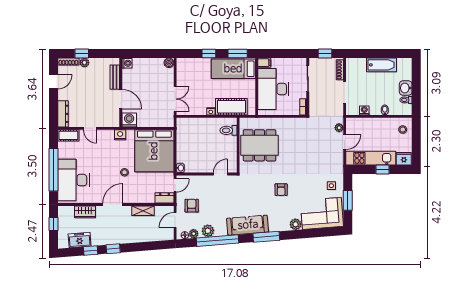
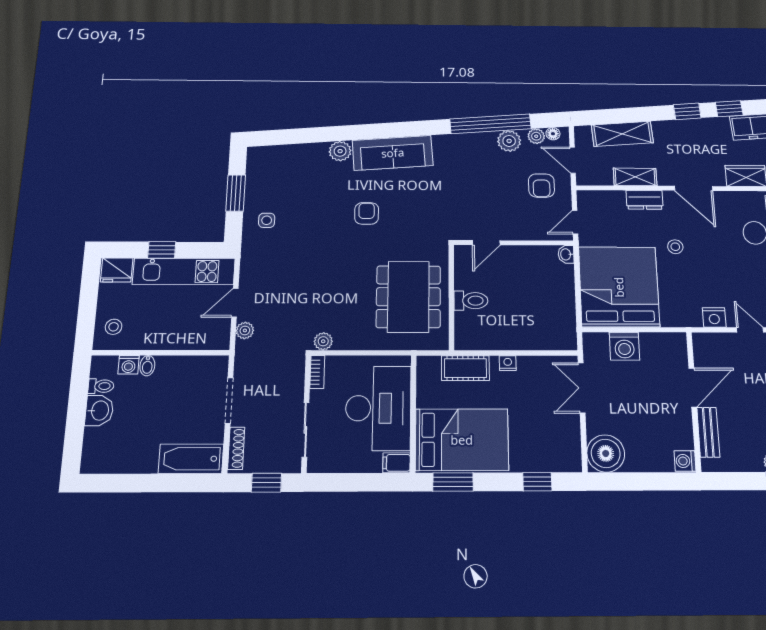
window: (209, 54) -> (537, 482), moved
boiler: (169, 63) -> (606, 453), width x1.86, depth x1.86
bathtub: (382, 65) -> (191, 459), moved
bed: (233, 69) -> (462, 440), width x1.50
door: (121, 99) -> (693, 388), swing flipped
cot: (231, 107) -> (465, 368), width x0.73, depth x0.75
washing machine: (364, 110) -> (129, 365), moved
washing machine: (129, 120) -> (624, 346), moved
plant: (301, 122) -> (323, 341), added
toilet: (228, 130) -> (471, 301), moved
nightstand: (120, 135) -> (714, 317), moved
dining table: (259, 145) -> (408, 297), turned 90
dresser: (164, 198) -> (645, 200), moved
door: (113, 204) -> (694, 188), hinge flipped
corner sofa: (322, 213) -> (288, 170), removed
door: (175, 220) -> (573, 160), swing flipped
sofa: (248, 225) -> (393, 153), moved
shelving: (148, 235) -> (622, 134), added
window: (266, 237) -> (397, 130), removed

